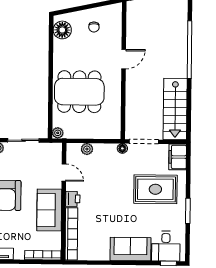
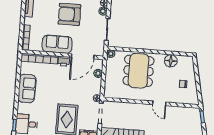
floor lamp: (62, 30) -> (171, 61), moved
door: (64, 173) -> (83, 56), width x1.87
sofa: (130, 249) -> (27, 89), moved

